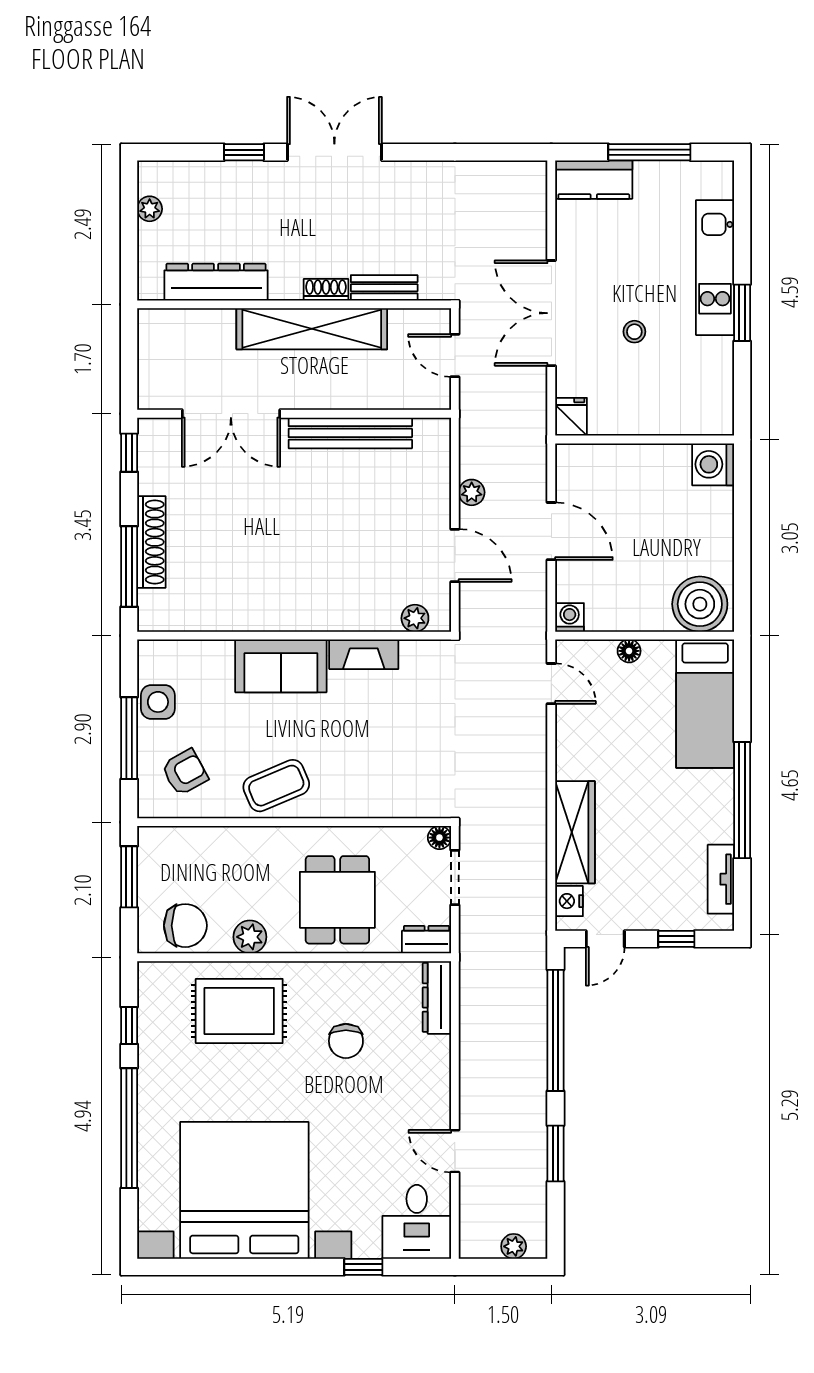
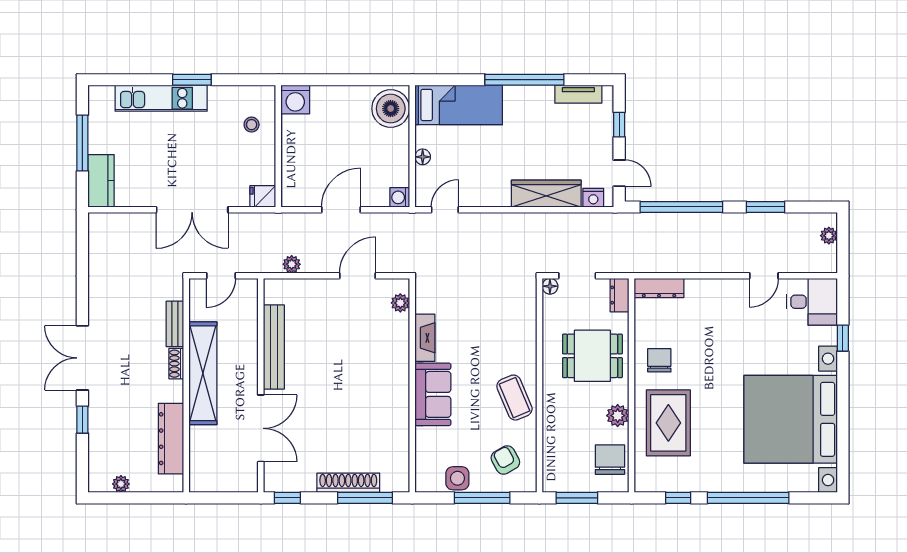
stool: (634, 332) -> (252, 125), moved
plant: (472, 492) -> (292, 264), moved
chair: (346, 1041) -> (659, 360), moved, turned -90

